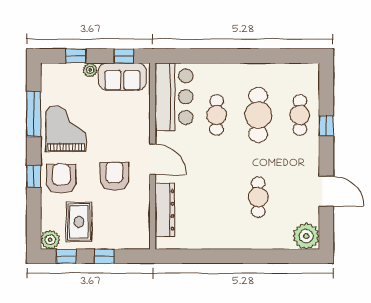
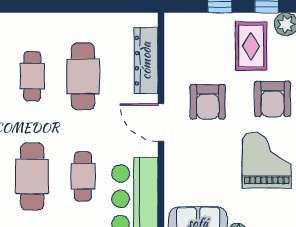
grand piano: (66, 129) -> (267, 160), turned 180
cafe table: (217, 197) -> (83, 76), added

